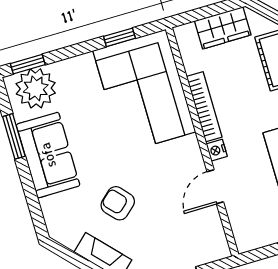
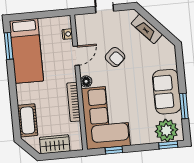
floor lamp: (190, 146) -> (86, 81), added
nightstand: (217, 150) -> (67, 34), moved
armchair: (118, 203) -> (115, 57), moved

